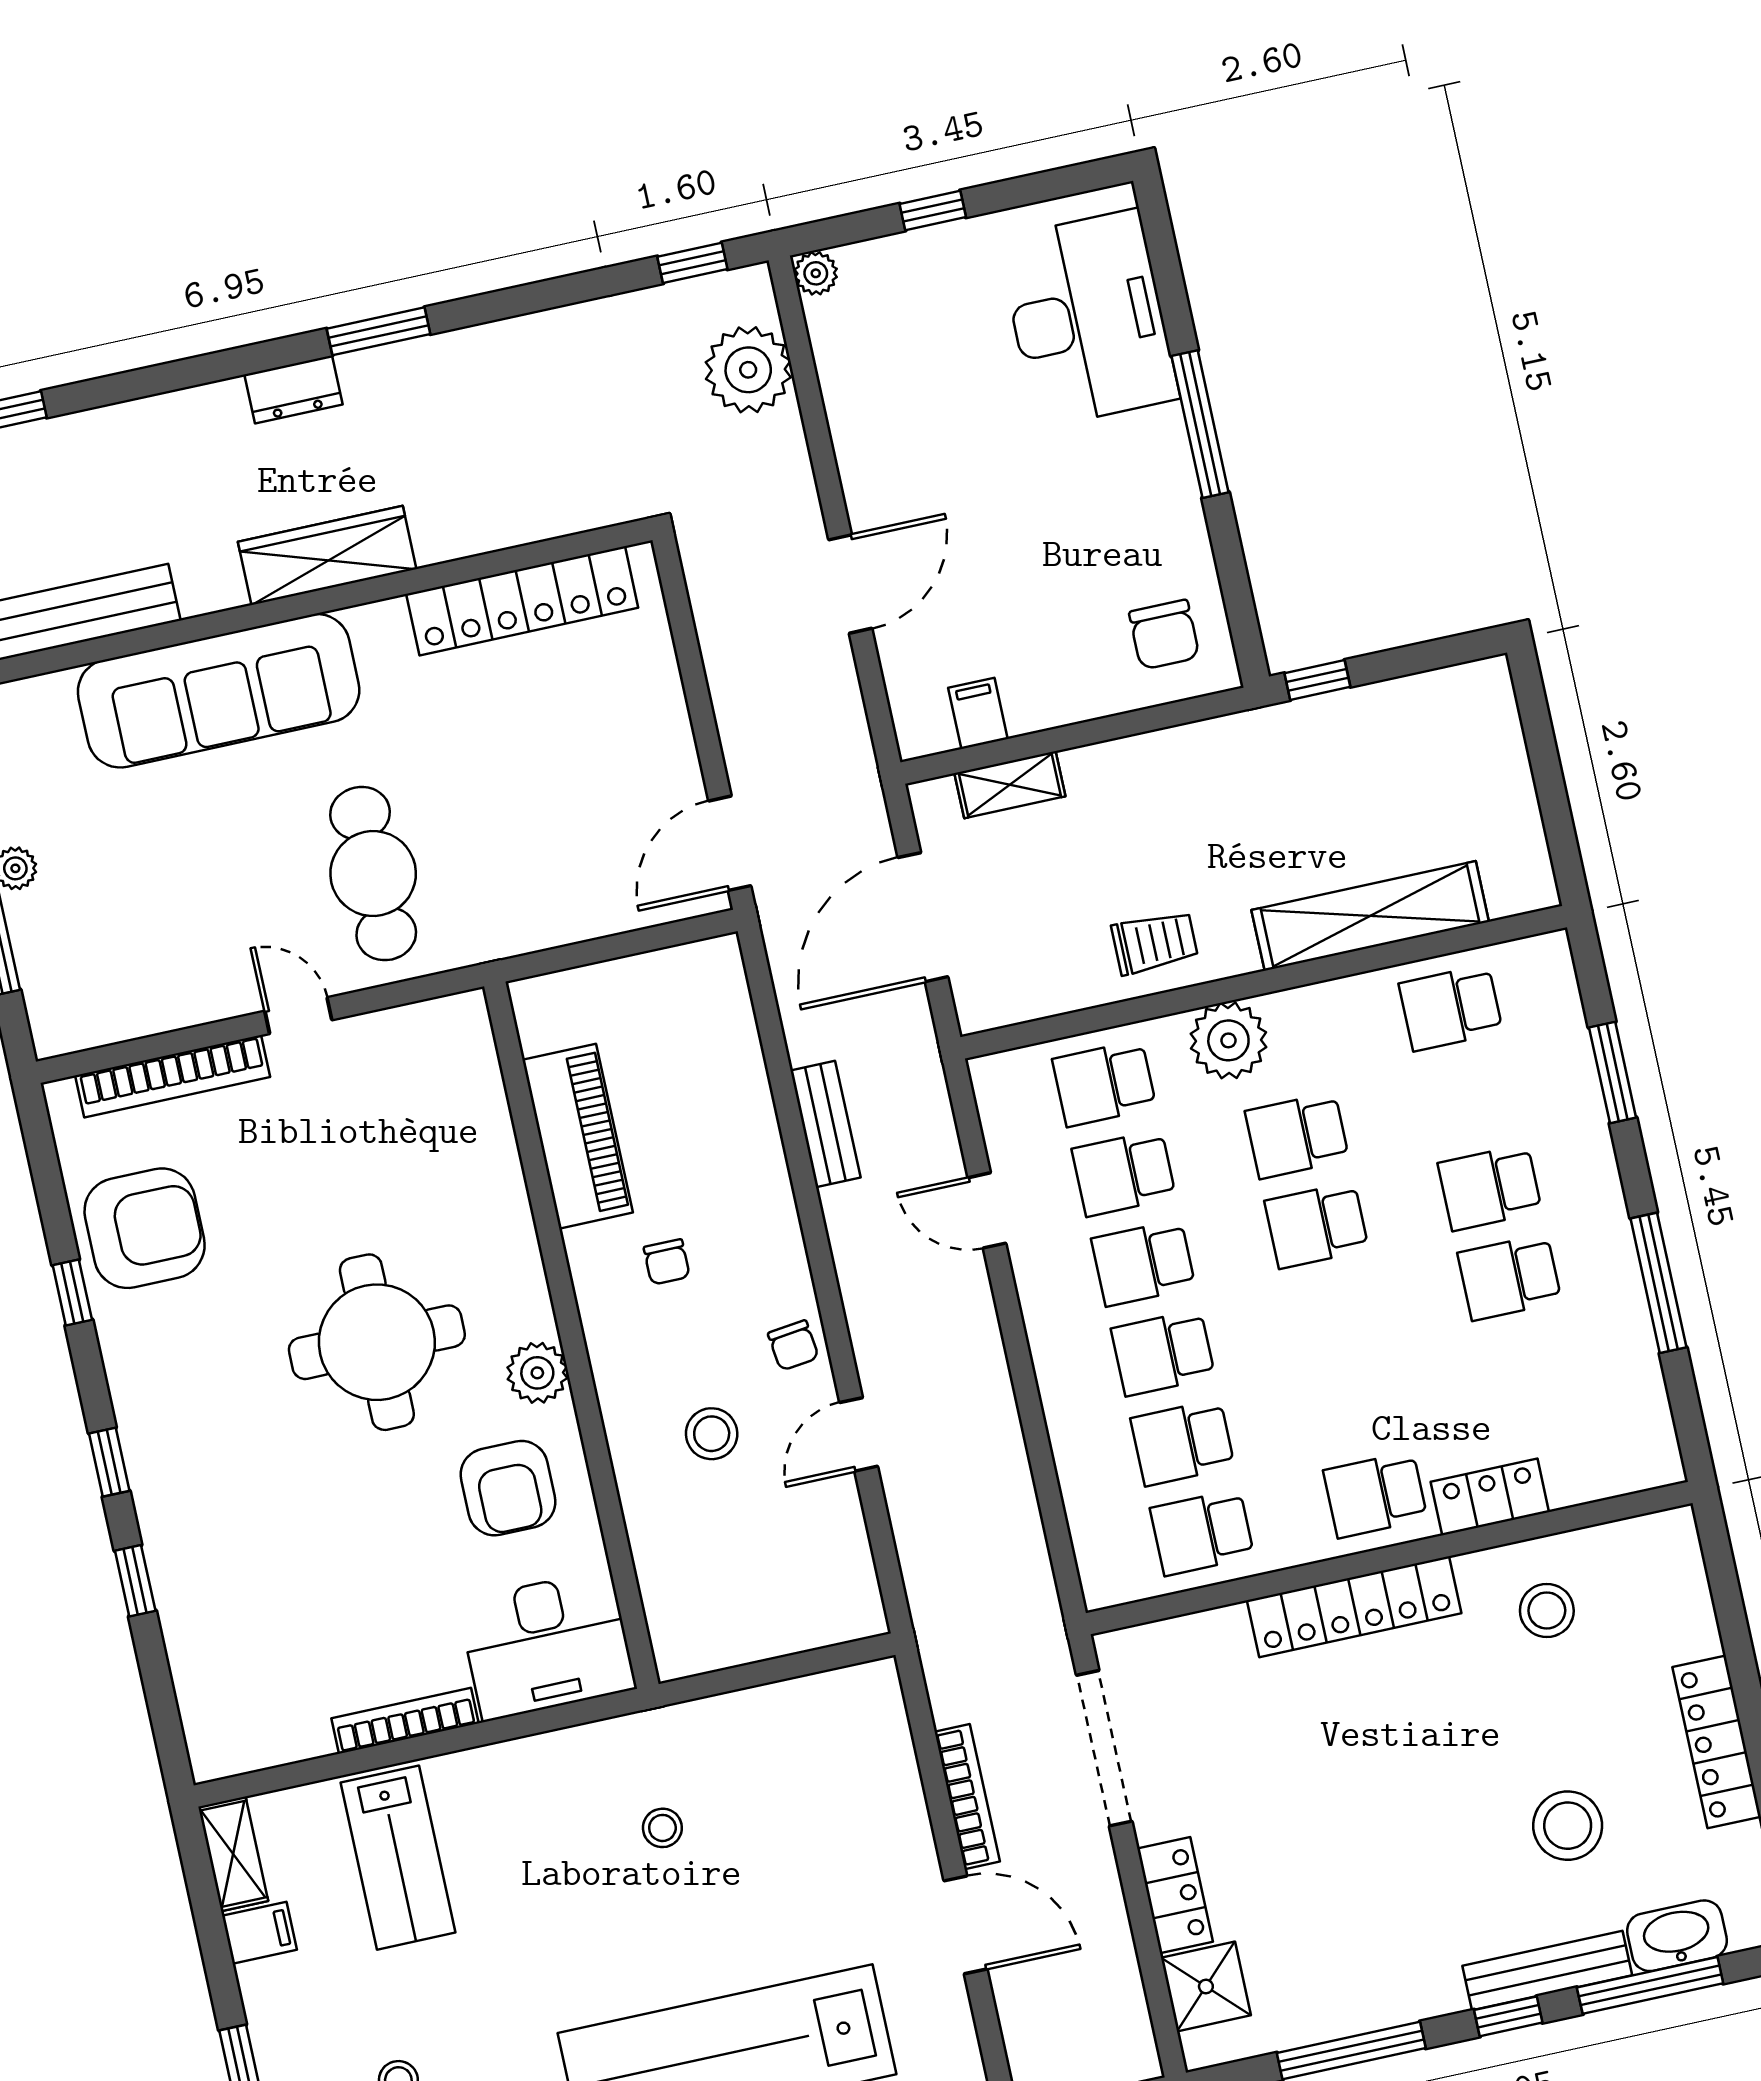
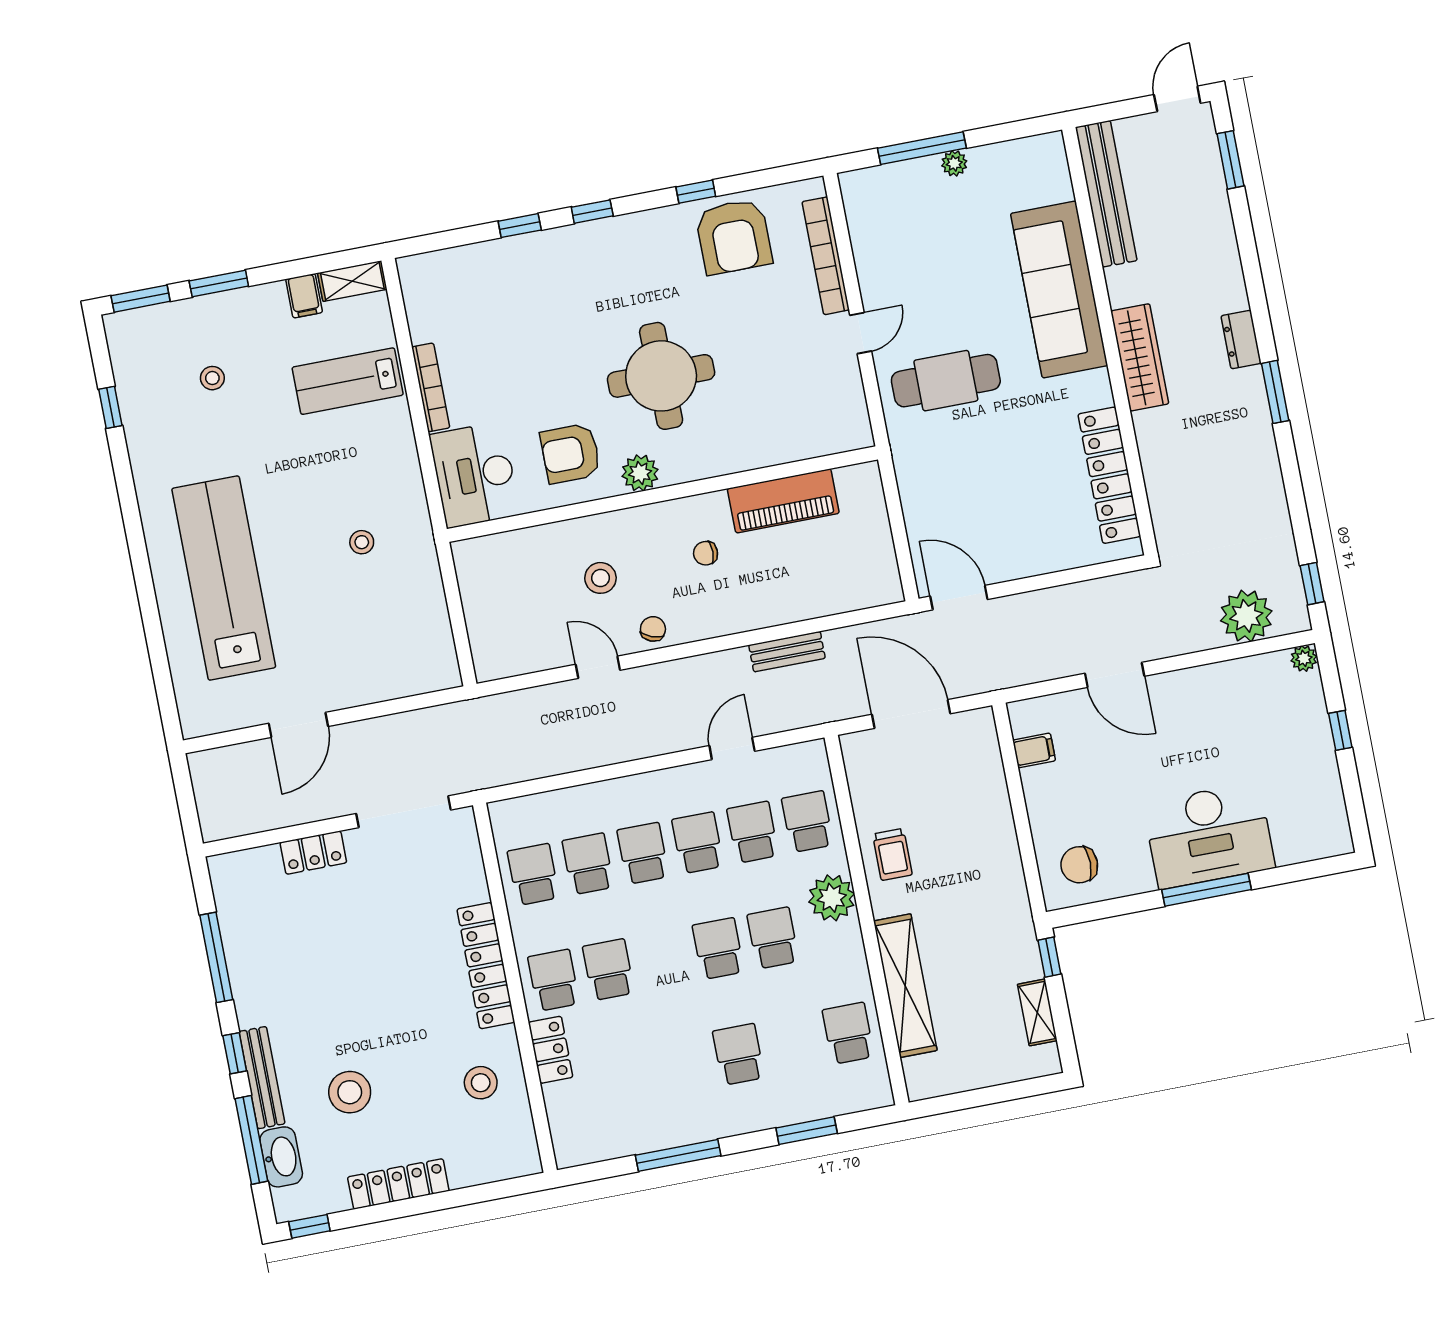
desk: (1088, 319) -> (1209, 835), moved
shelving: (1010, 785) -> (1037, 1012), moved
school desk: (1509, 1277) -> (608, 970), moved
chair: (793, 1345) -> (653, 629), turned 118
bookcase: (967, 1797) -> (376, 728), removed
shower: (1206, 1986) -> (257, 870), removed

